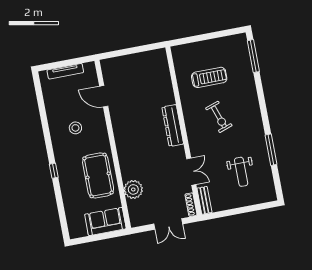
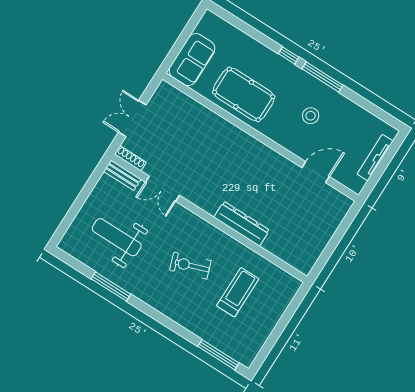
treadmill: (209, 77) -> (238, 292), turned 180
dresser: (173, 126) -> (242, 224), moved
window: (48, 141) -> (323, 77), added
weight bench: (241, 172) -> (117, 237), width x1.36, depth x1.33
plant: (133, 189) -> (198, 116), removed

